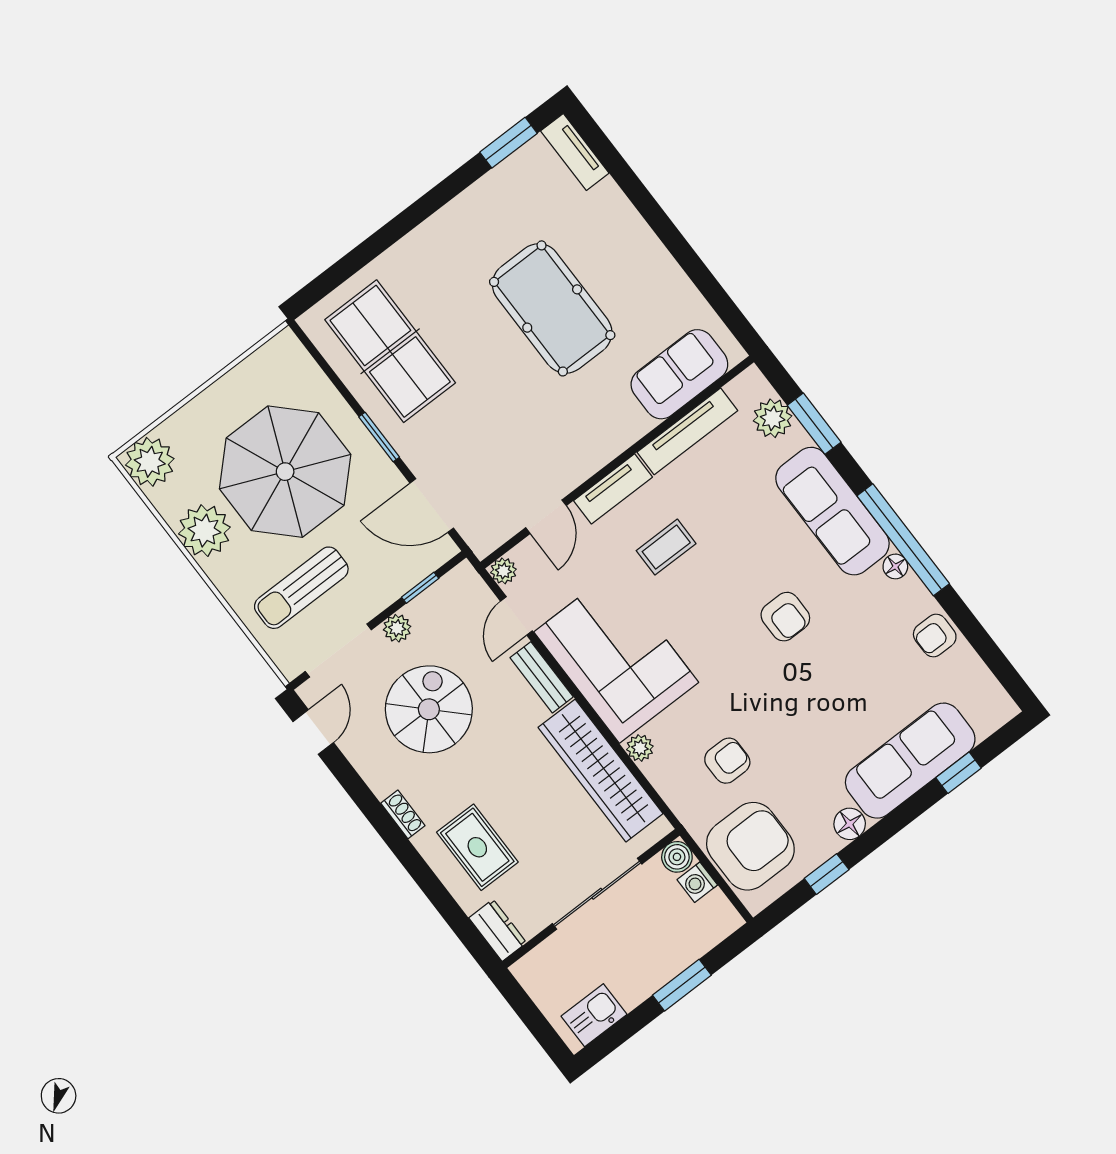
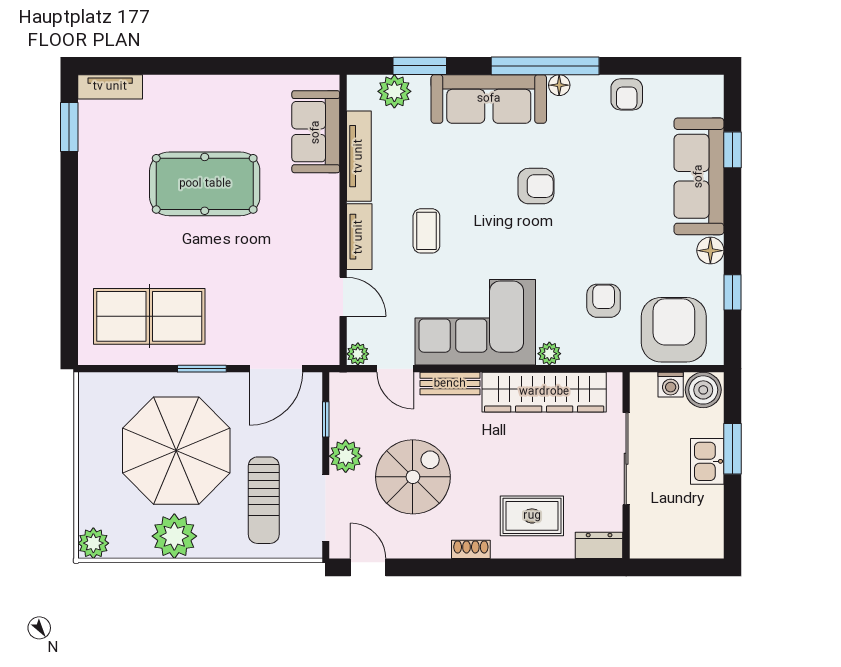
plant: (150, 462) -> (93, 543), width x0.73, depth x0.73
plant: (397, 628) -> (346, 456), width x1.38, depth x1.38
spiral stairs: (429, 709) -> (413, 477), turned 90
boiler: (677, 857) -> (703, 390), moved, width x1.36, depth x1.36
kitchen sink: (594, 1015) -> (707, 461), moved

